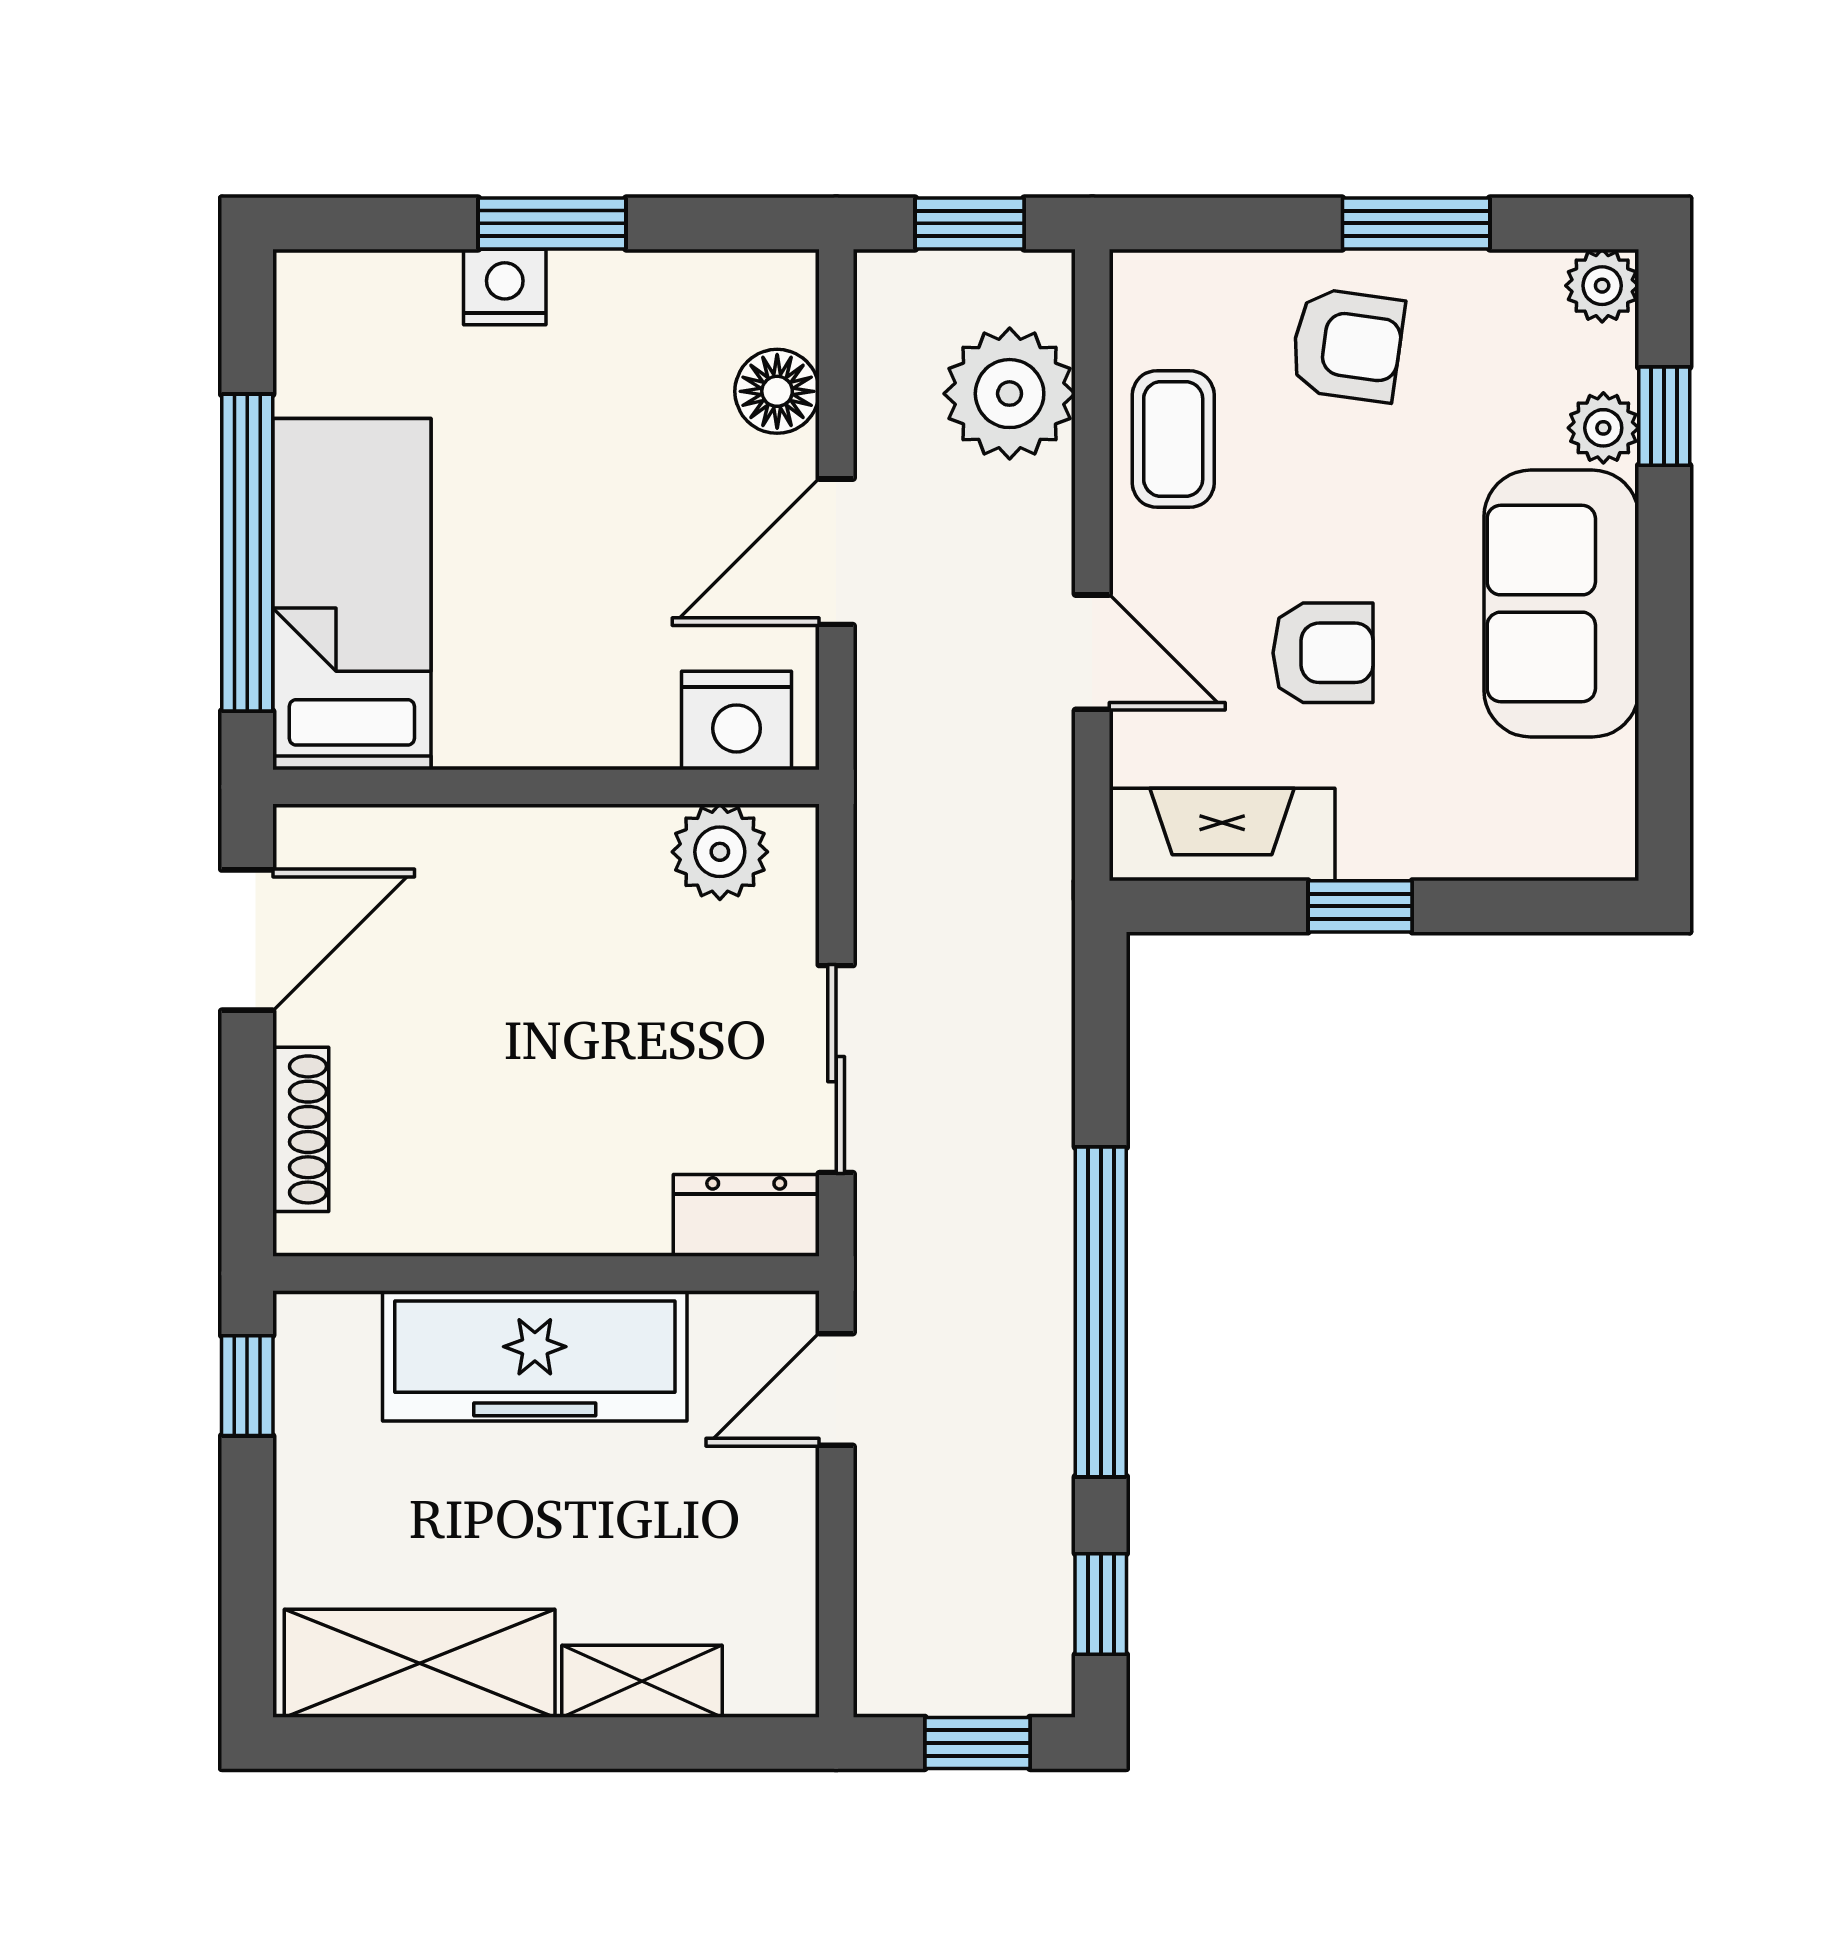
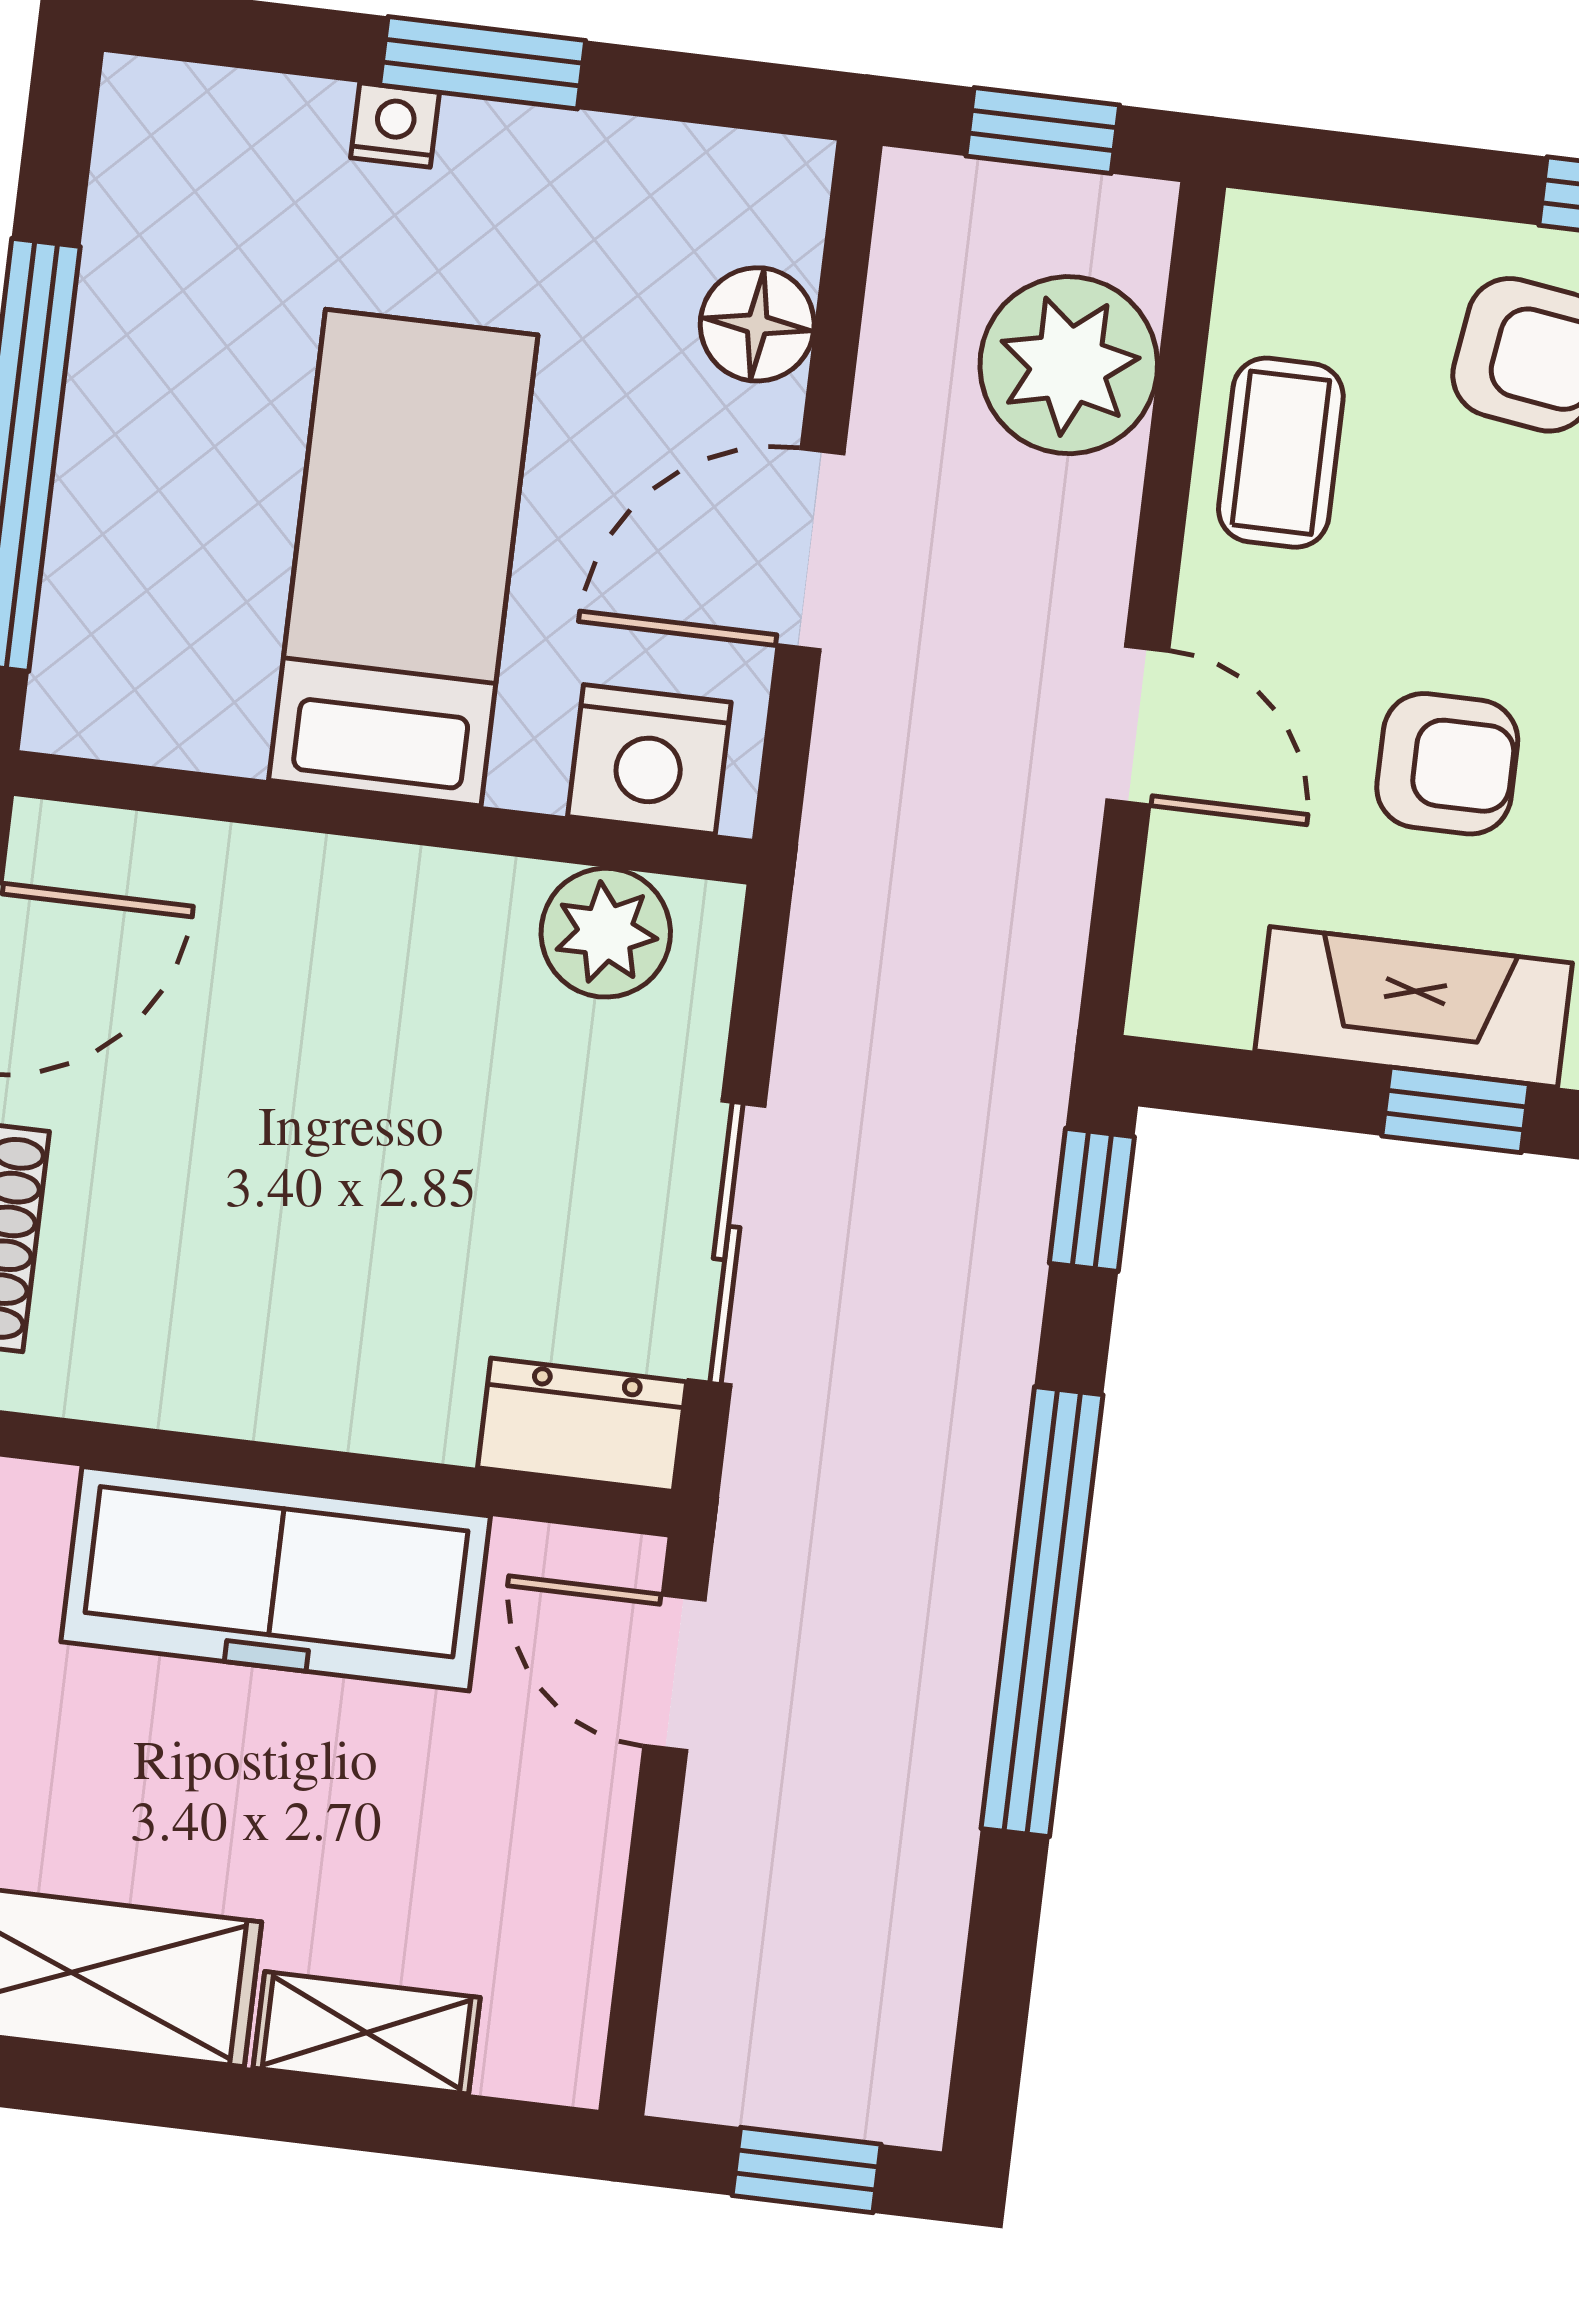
nightstand: (505, 287) -> (395, 125), width x0.72, depth x0.74
bed: (352, 594) -> (403, 558), moved
fireplace: (1222, 834) -> (1414, 1007), moved
door: (836, 1389) -> (675, 1673), hinge flipped
window: (1101, 1604) -> (1092, 1200), moved

